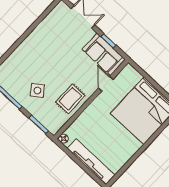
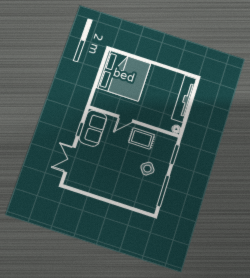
door: (106, 84) -> (125, 119), moved

